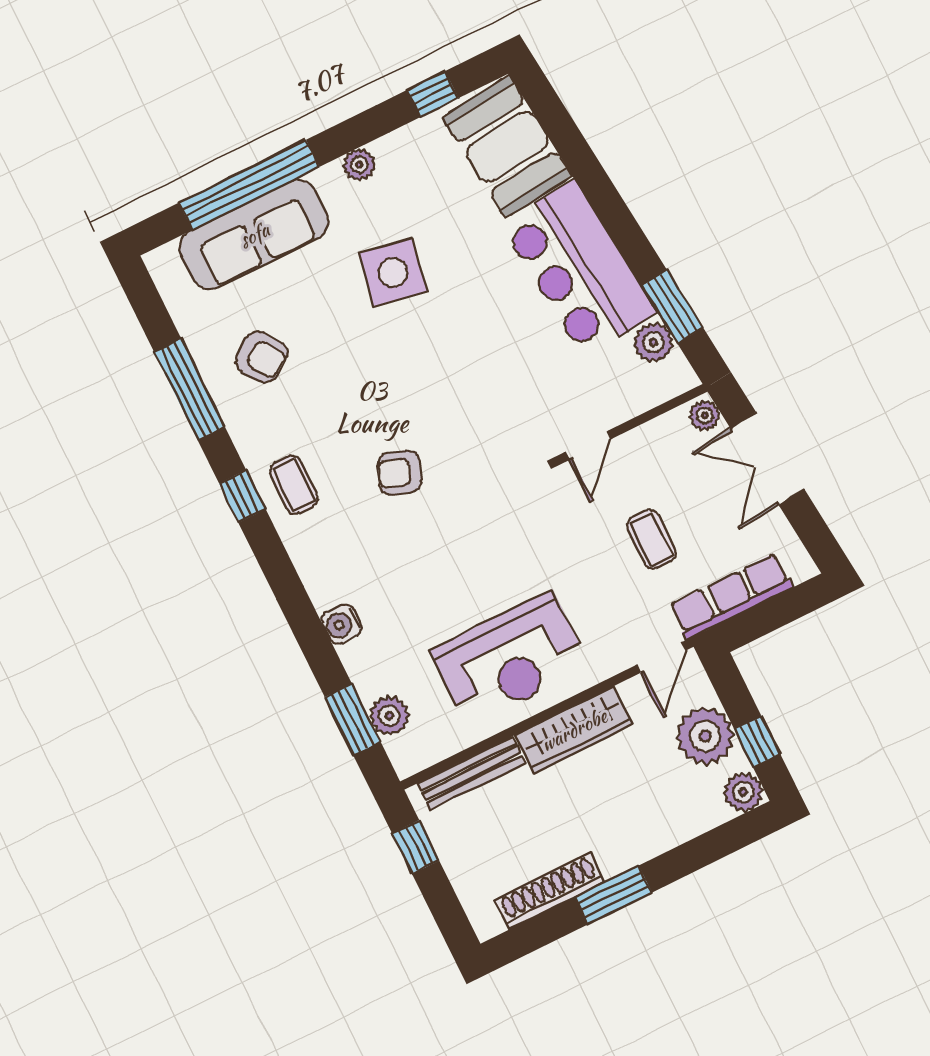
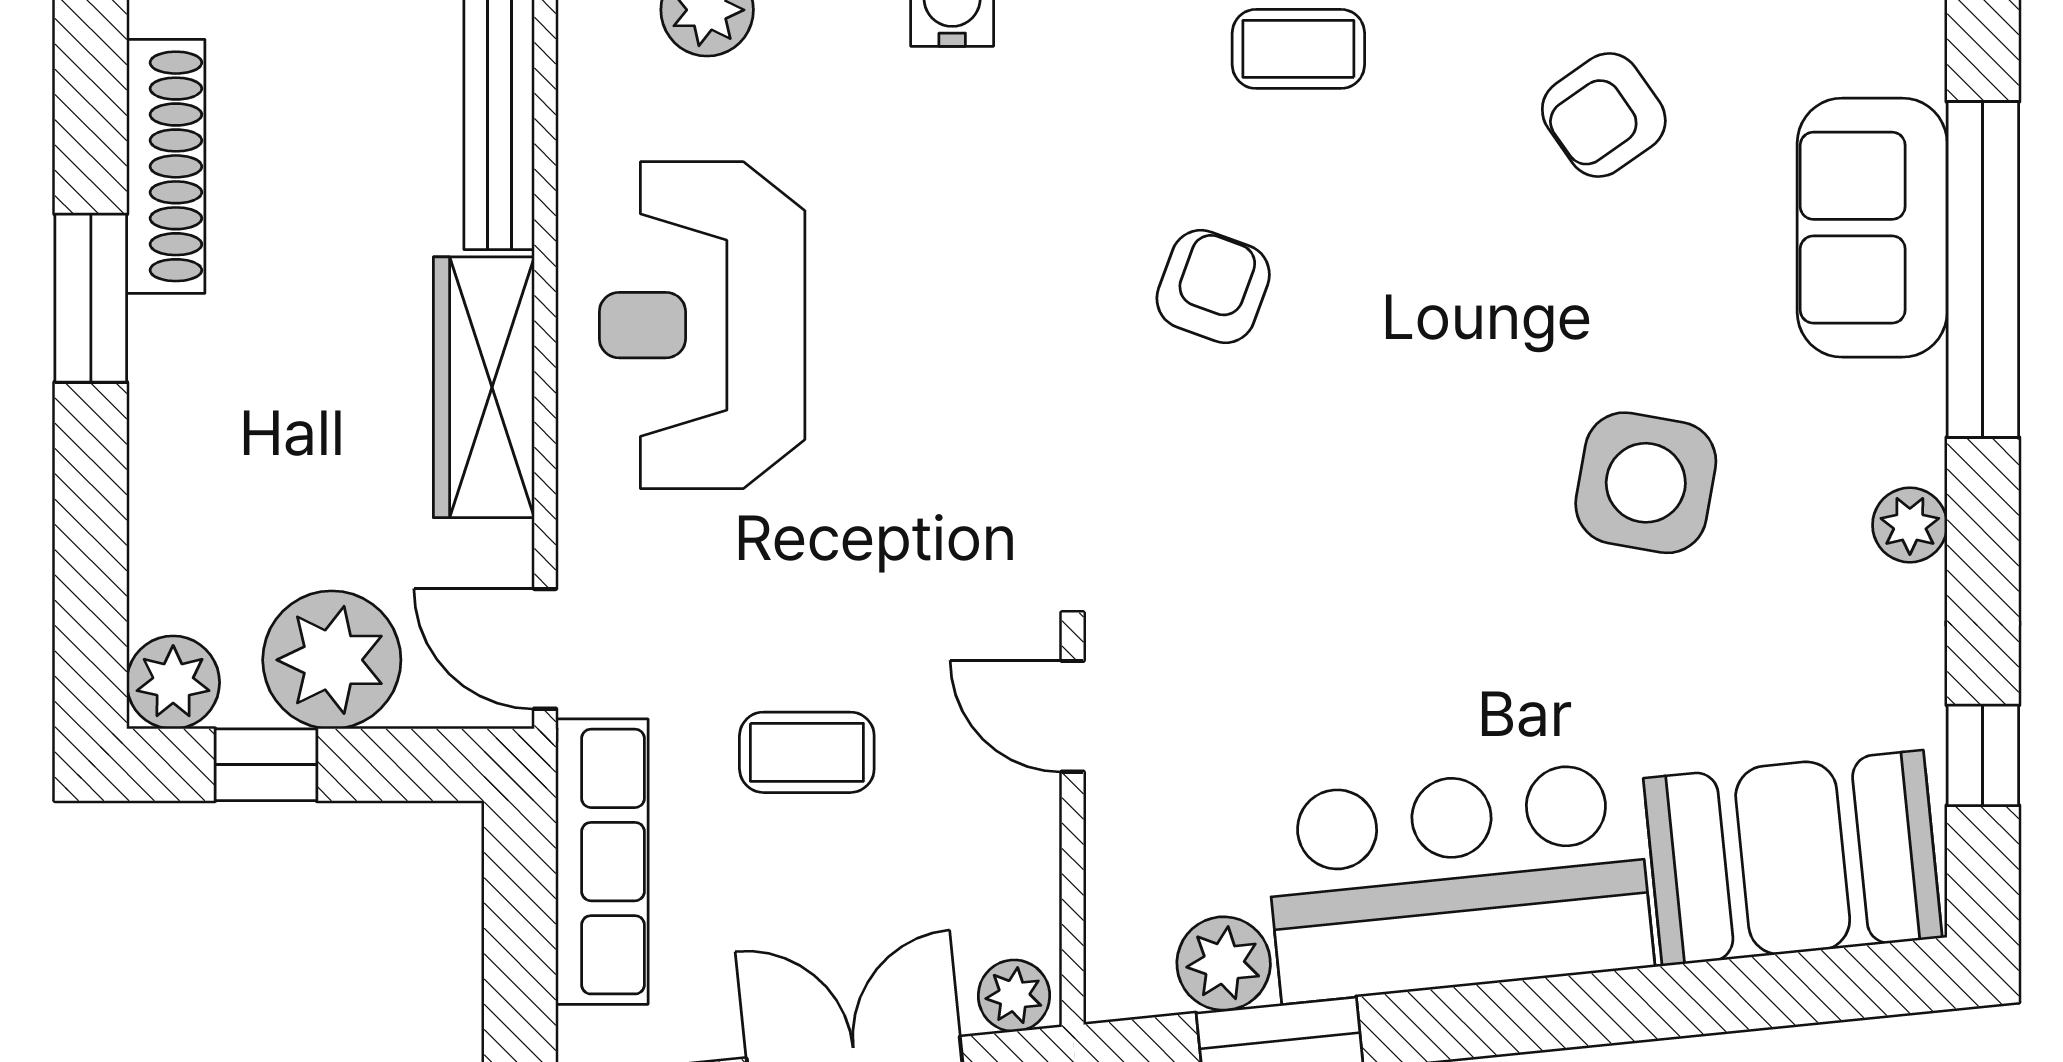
sofa: (254, 235) -> (1872, 228), width x0.73

